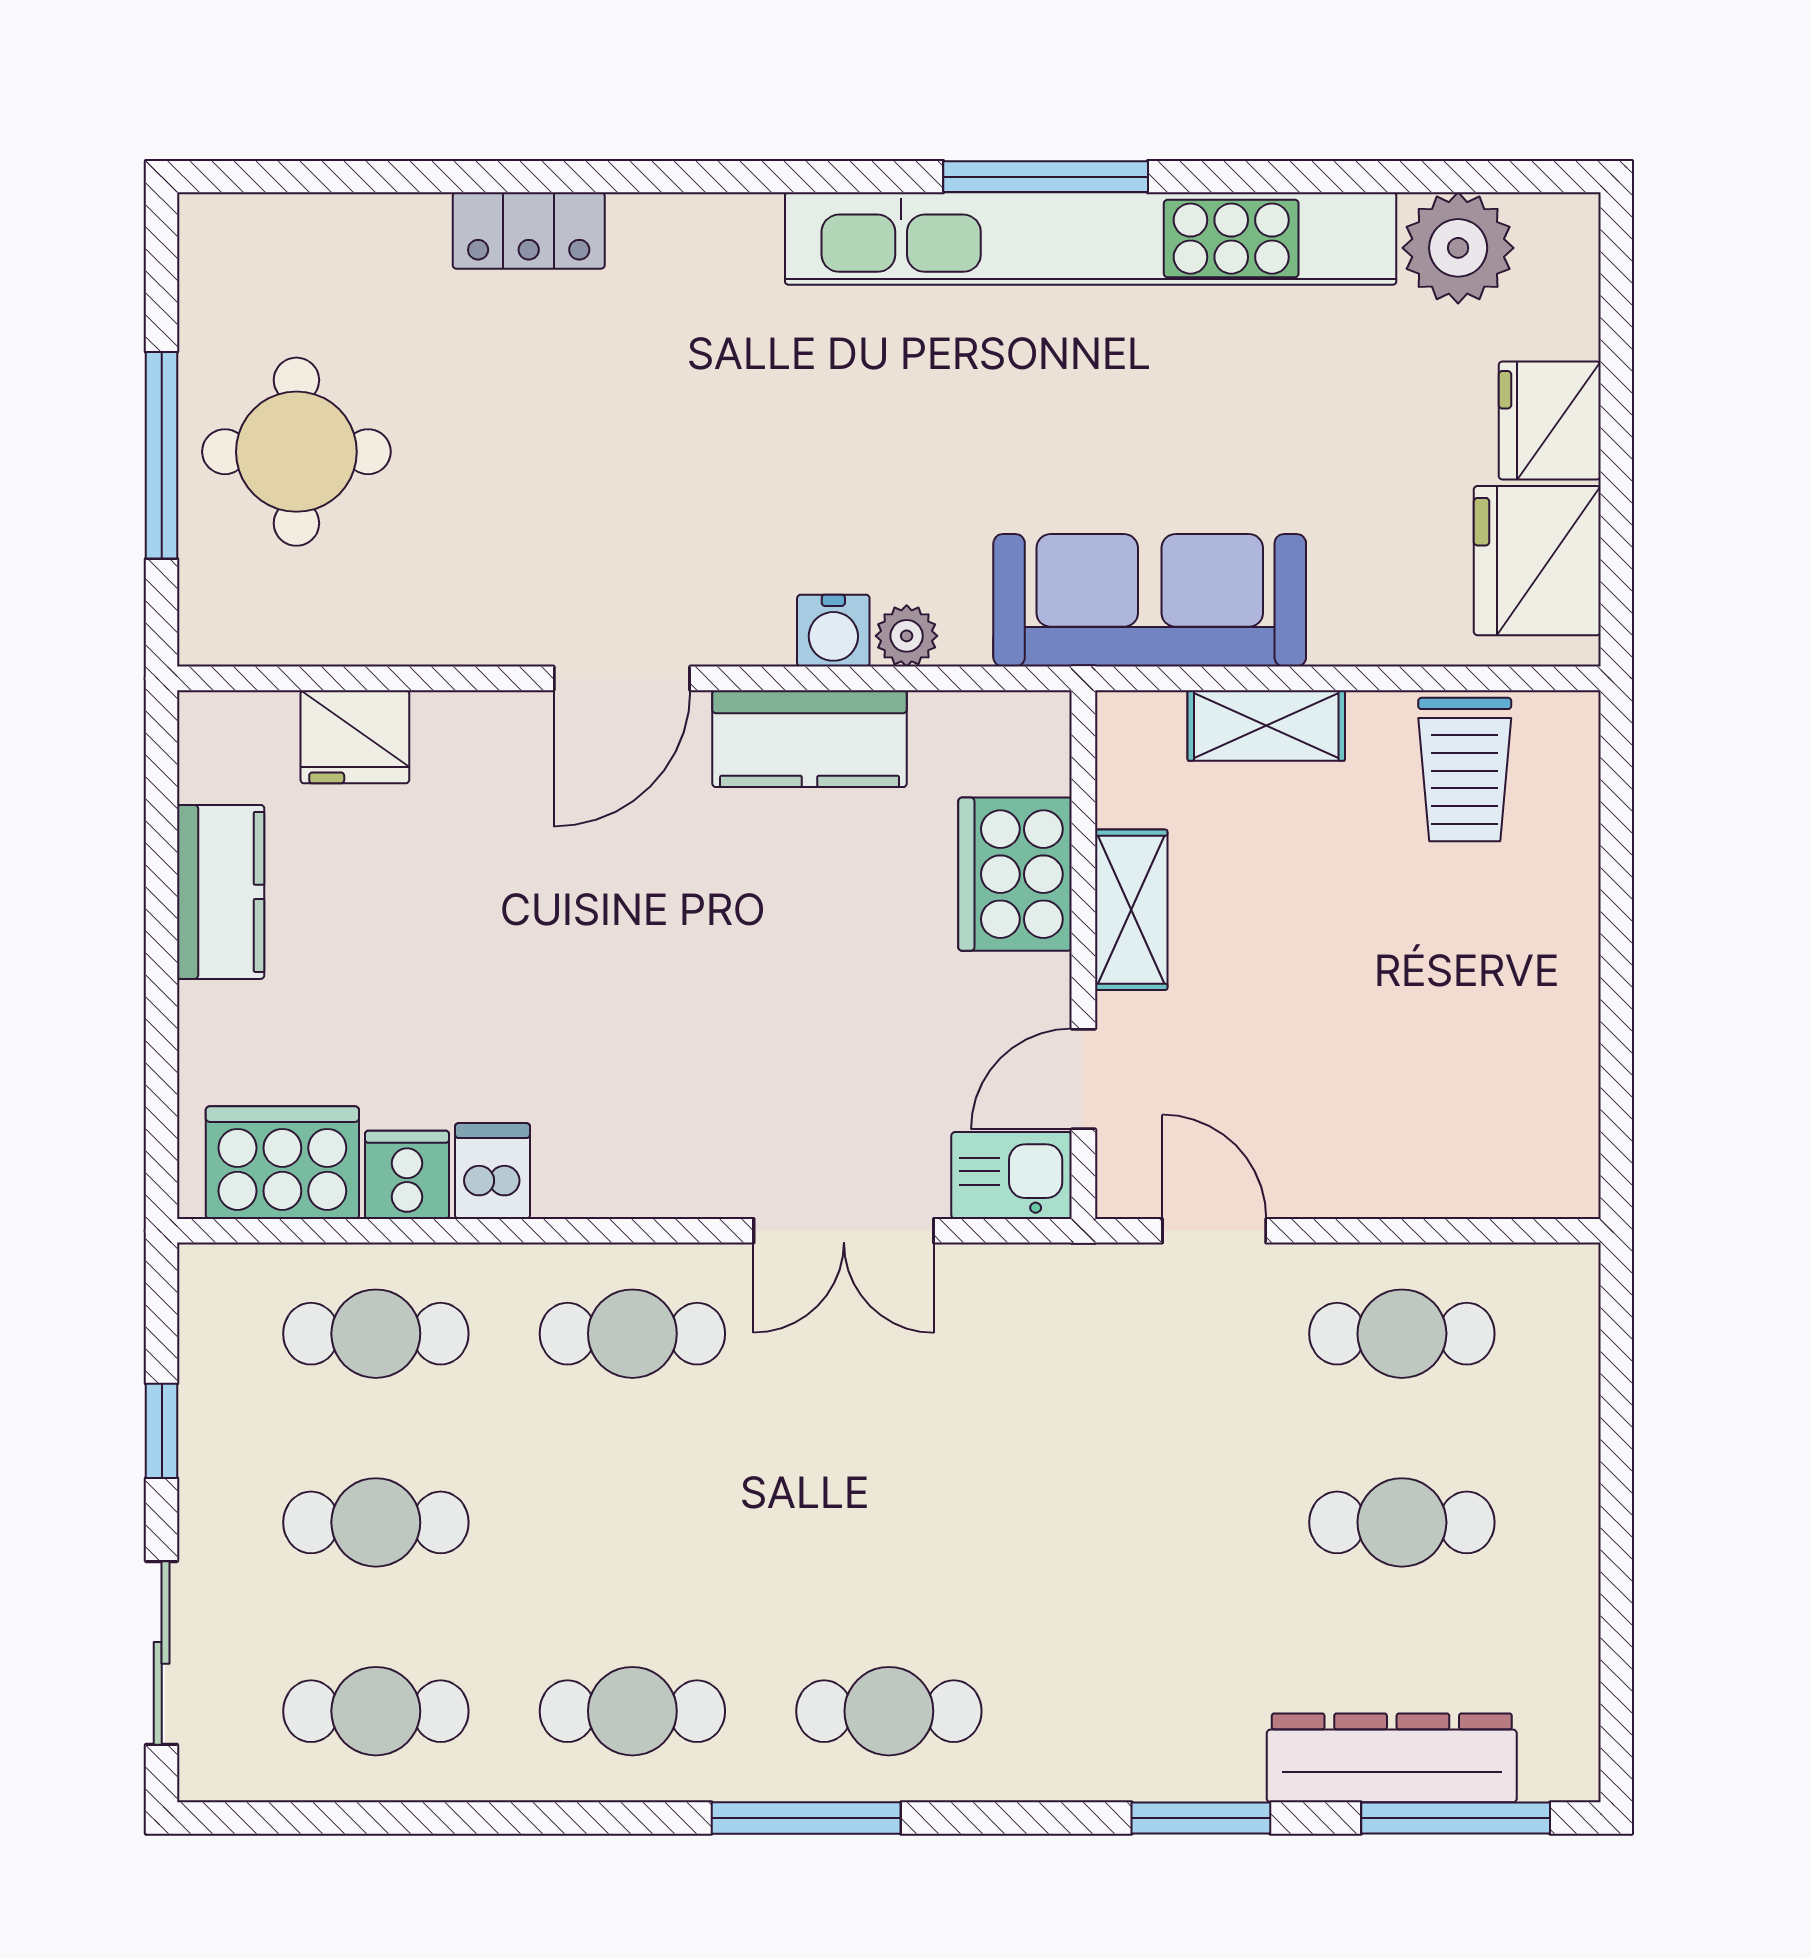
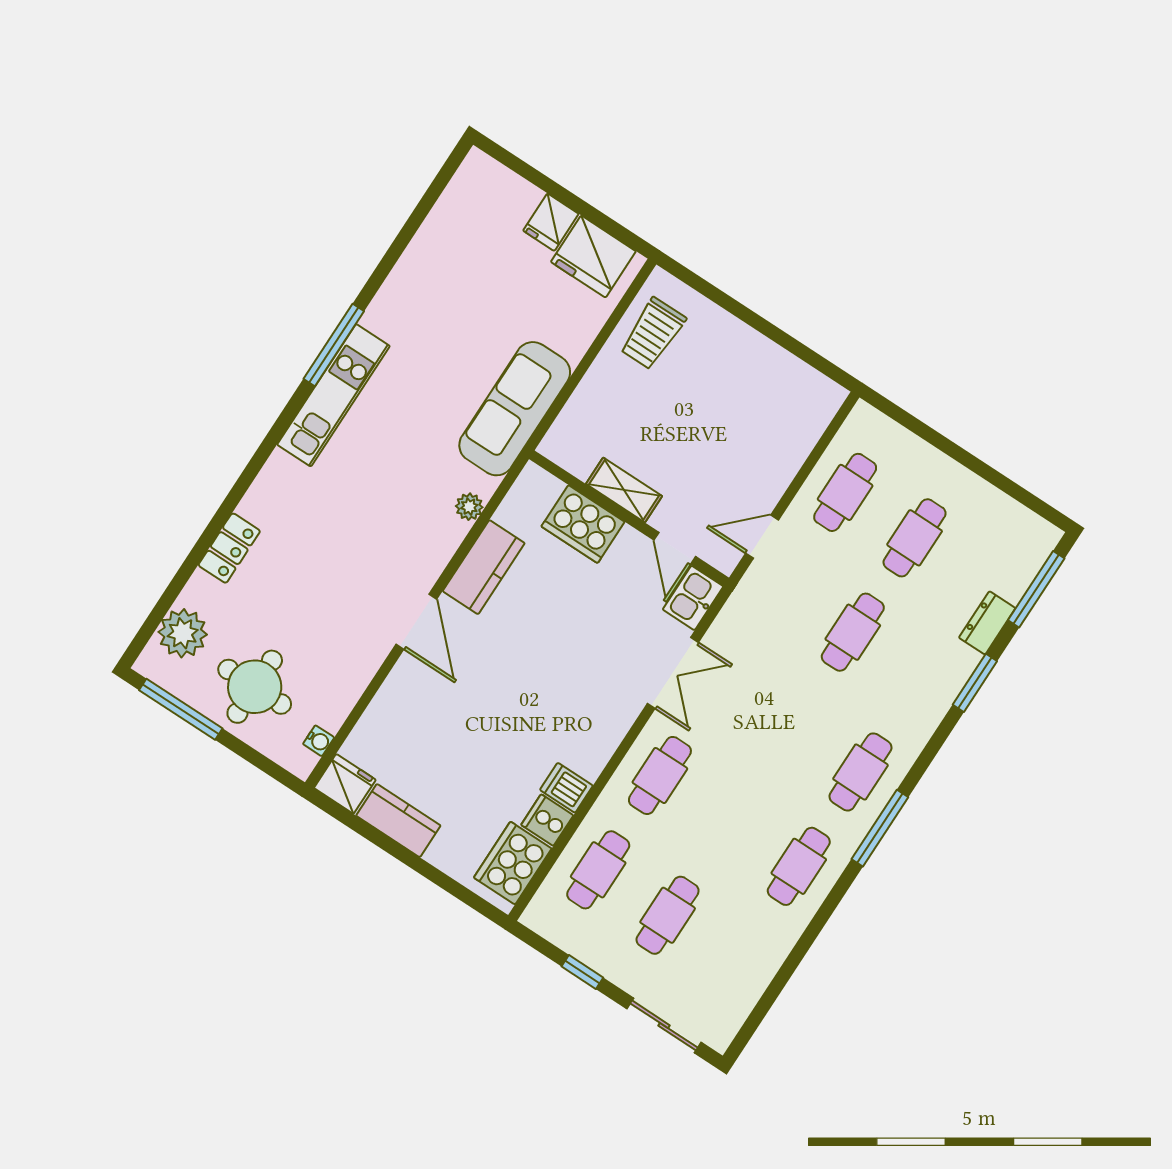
kitchen unit: (1091, 239) -> (333, 395), width x0.54
plant: (1458, 248) -> (183, 633), moved
fridge: (1550, 420) -> (551, 222), width x0.72
window: (162, 455) -> (181, 709), moved
water cooler: (833, 631) -> (319, 741), moved, width x0.72, depth x0.72
shelving: (1266, 725) -> (589, 396), removed
fridge: (355, 737) -> (345, 784), moved, turned -90
trolley: (1465, 770) -> (653, 334), turned 90
cafe table: (376, 1711) -> (853, 632), moved
dresser: (1392, 1758) -> (987, 623), width x0.51, depth x0.80

